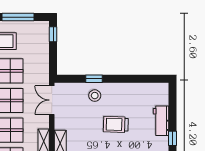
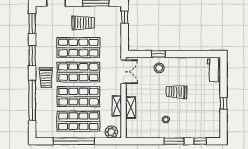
double door: (52, 100) -> (124, 72), swing flipped
workbench: (161, 121) -> (214, 70), moved

